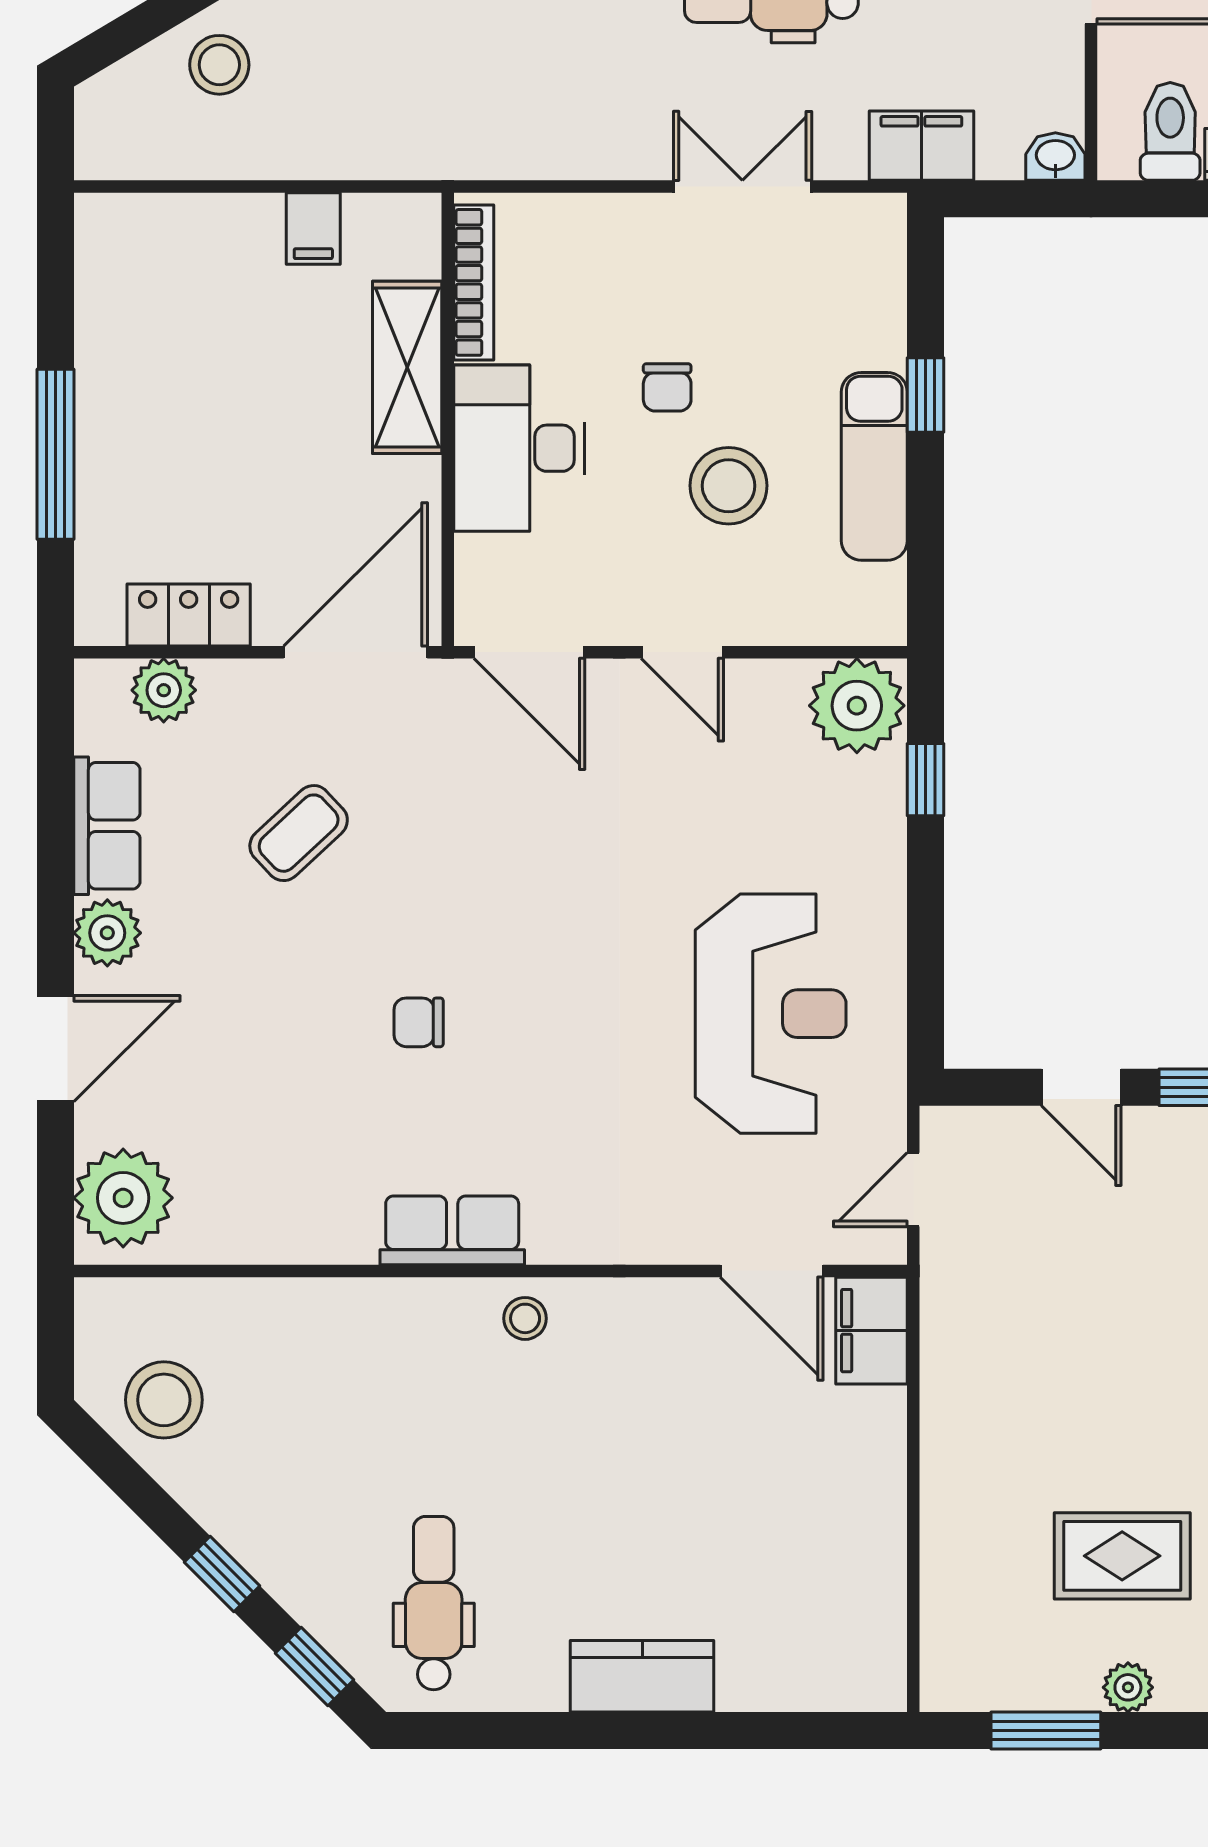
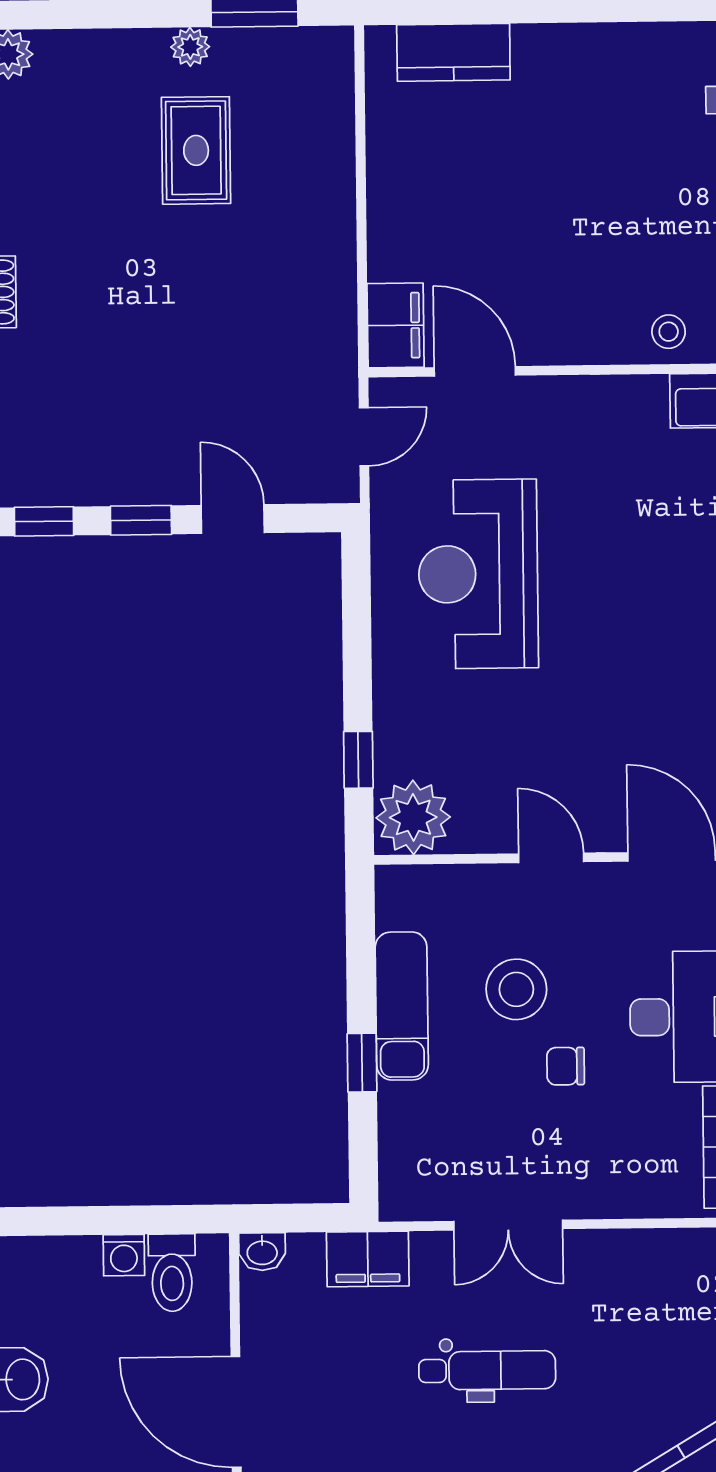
chair: (667, 387) -> (566, 1066), turned -90
rug: (1122, 1556) -> (196, 150), turned 90
kitchen counter: (642, 1676) -> (453, 52), moved

